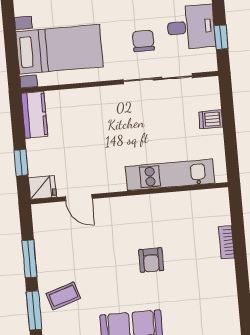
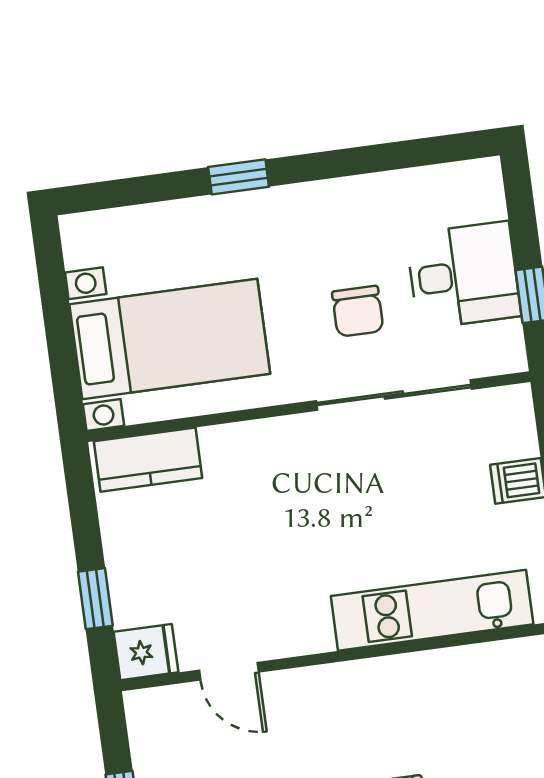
chair: (143, 41) -> (358, 311), turned 180
kitchen counter: (34, 115) -> (148, 460), moved, turned 90

